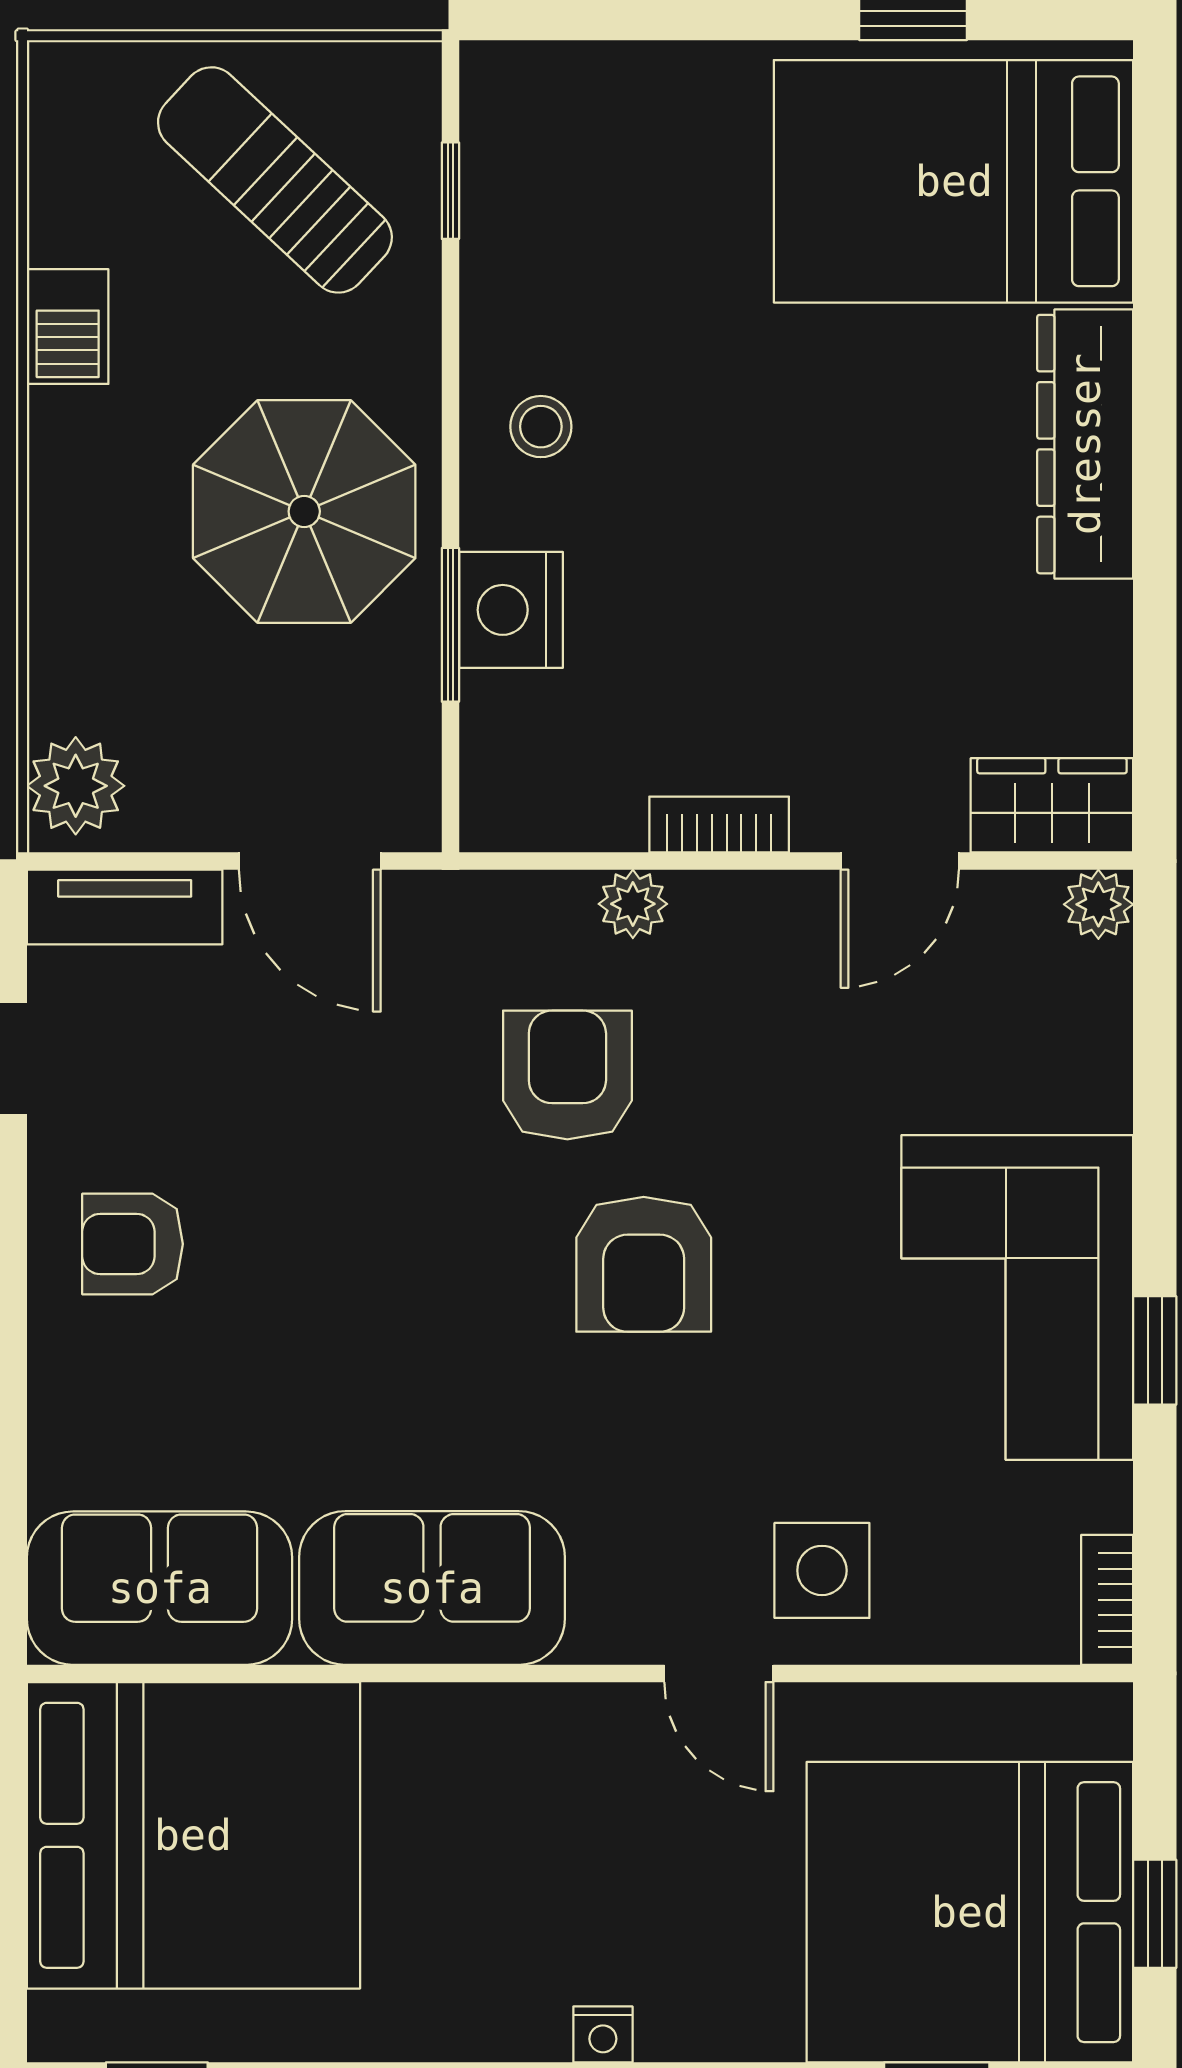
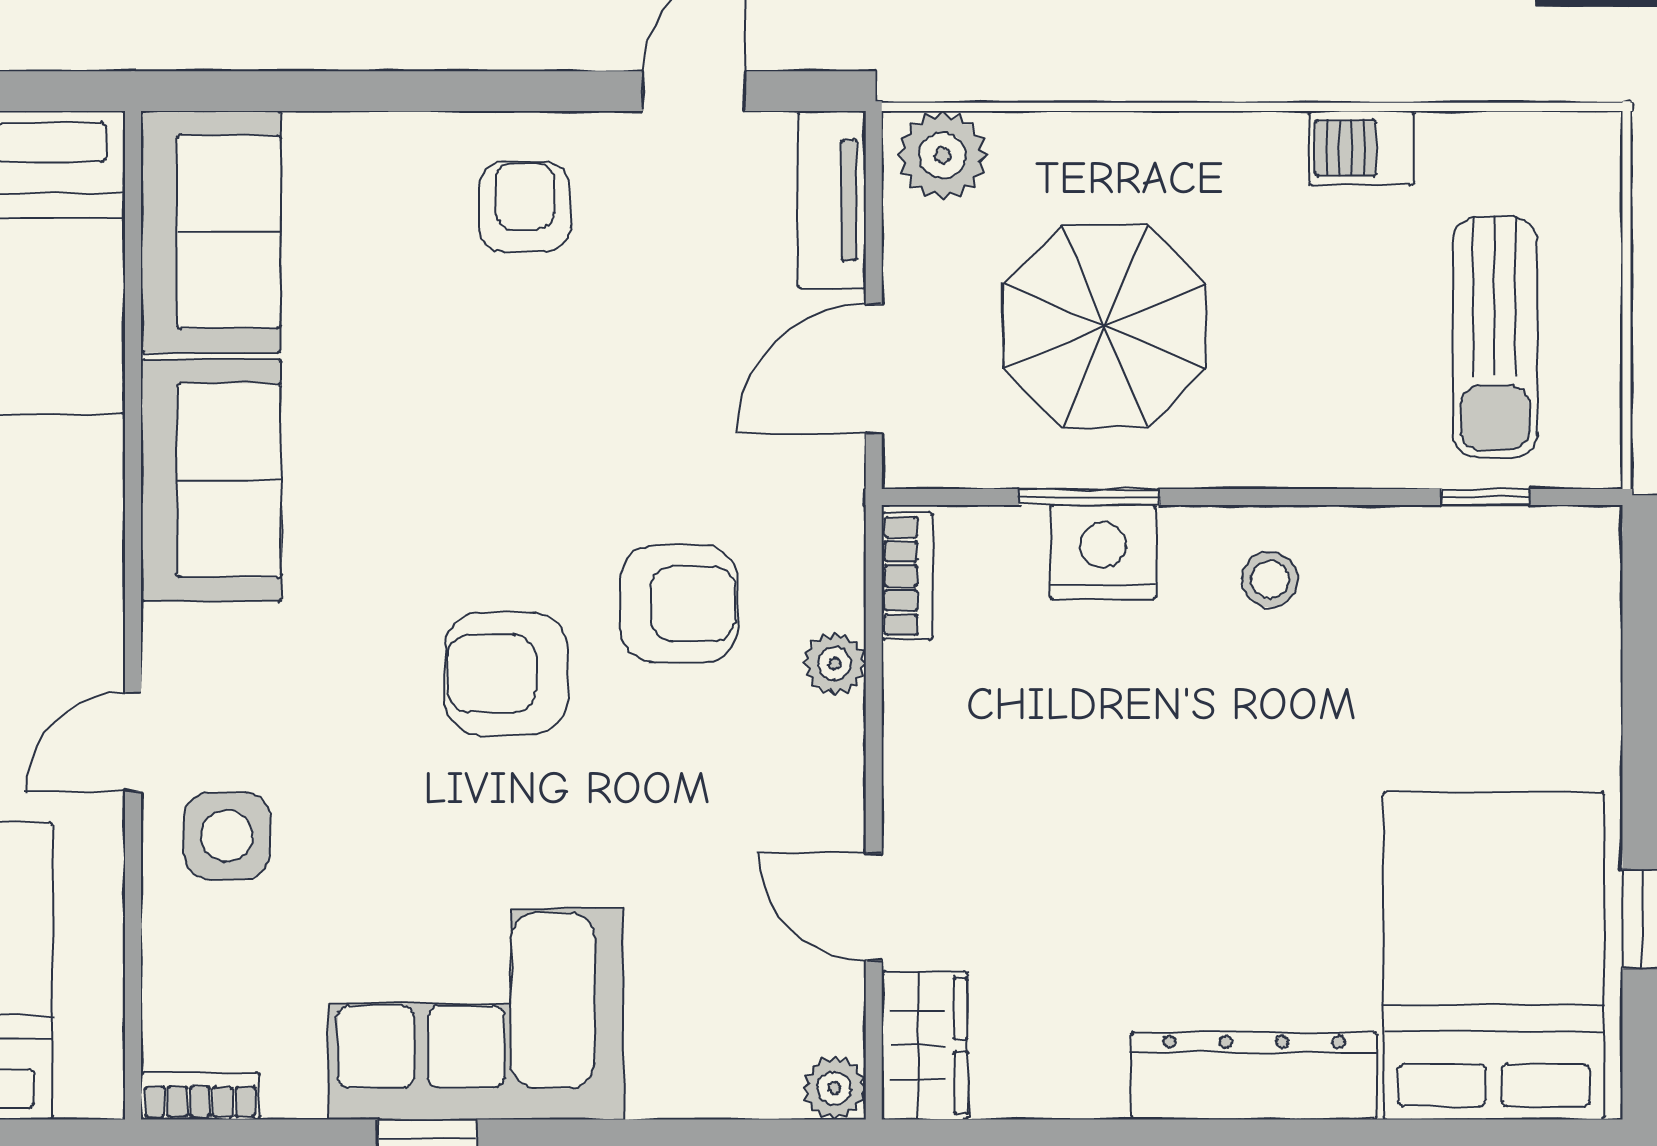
sun lounger: (275, 180) -> (1495, 337), turned 137
parasol: (304, 511) -> (1105, 326), moved
bookcase: (719, 824) -> (907, 576), moved

